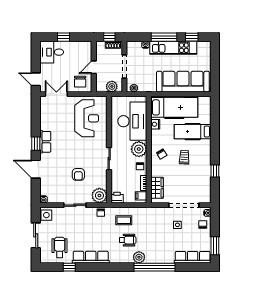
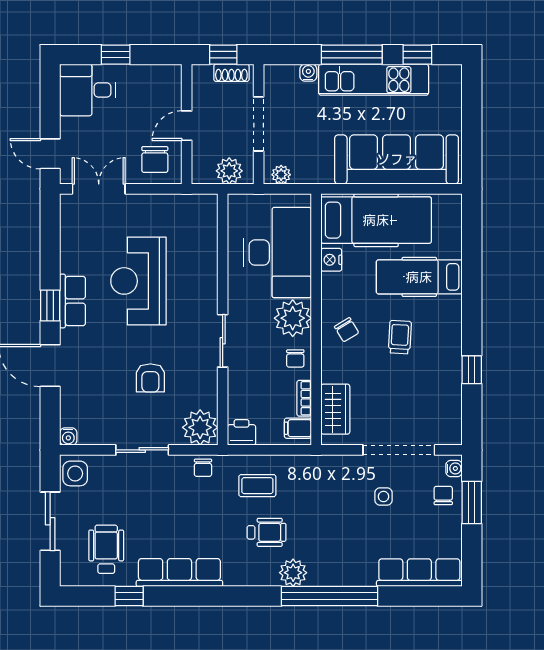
reception desk: (87, 118) -> (138, 281), moved, turned 180
window: (215, 246) -> (472, 502), moved

